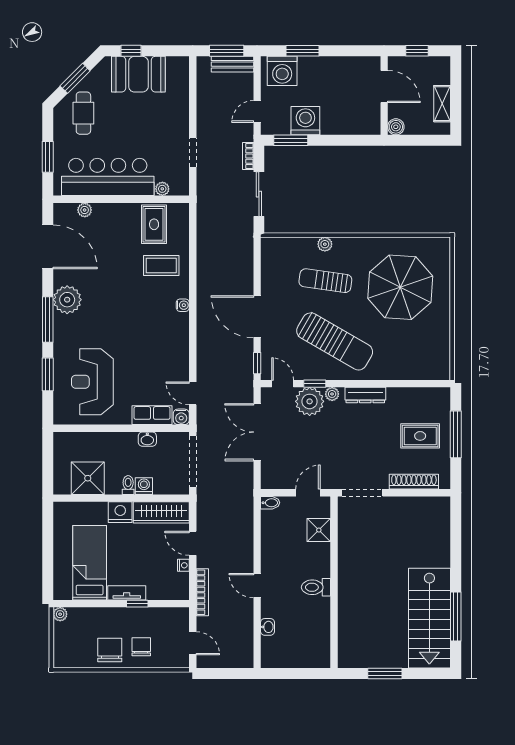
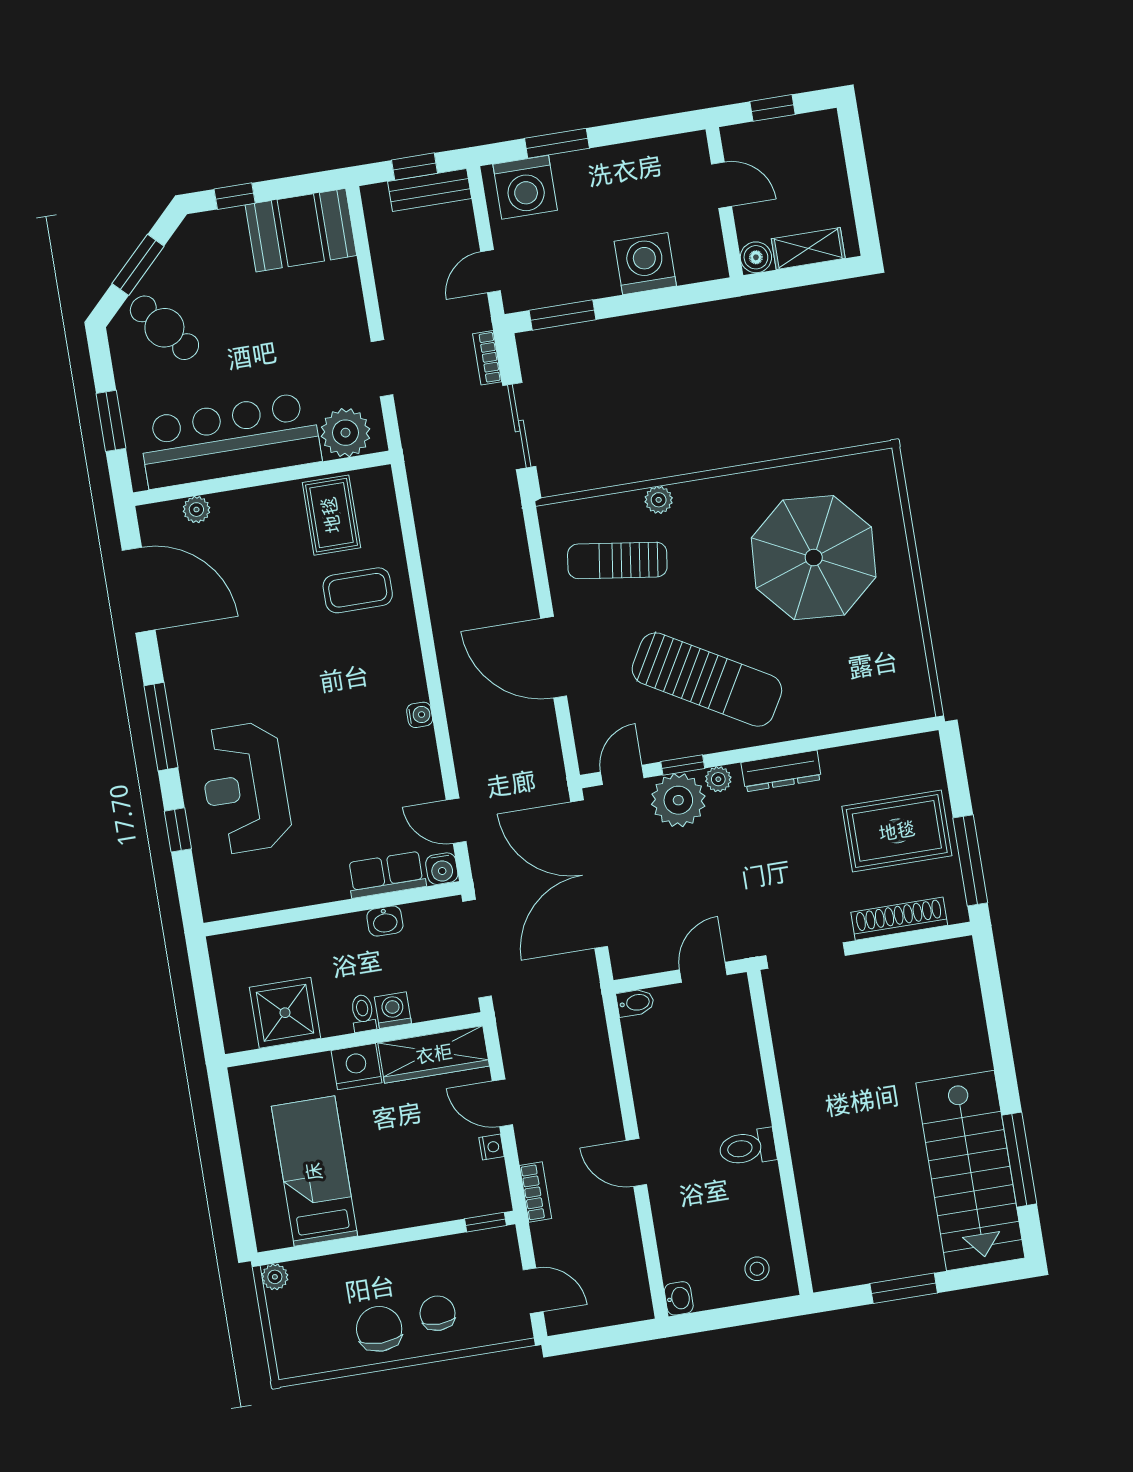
window: (227, 51) -> (415, 167), width x0.67
booth: (138, 74) -> (301, 230), moved
door: (384, 86) -> (722, 185), width x0.73
shelving: (442, 104) -> (808, 249), moved, turned 90
cafe table: (83, 113) -> (164, 328), turned -39
washing machine: (305, 121) -> (645, 264), moved
plant: (162, 189) -> (346, 433), width x1.88, depth x1.88
sun lounger: (325, 281) -> (617, 560), moved
plant: (67, 300) -> (191, 684), removed
water cooler: (183, 305) -> (420, 715), moved
window: (257, 363) -> (568, 744), removed
window: (48, 374) -> (178, 830), width x0.67
reception desk: (92, 382) -> (245, 788), moved
door: (283, 384) -> (622, 775), hinge flipped
double door: (257, 432) -> (589, 874), width x1.36
window: (456, 434) -> (970, 860), moved
rug: (420, 436) -> (897, 831), width x1.36, depth x1.43
shower: (319, 530) -> (735, 1039), removed
bookcase: (202, 592) -> (535, 1192), width x0.64
tv unit: (127, 593) -> (393, 1216), removed
window: (137, 604) -> (486, 1222), moved
washbasin: (268, 627) -> (679, 1298), moved
stool: (311, 651) -> (757, 1269), added

